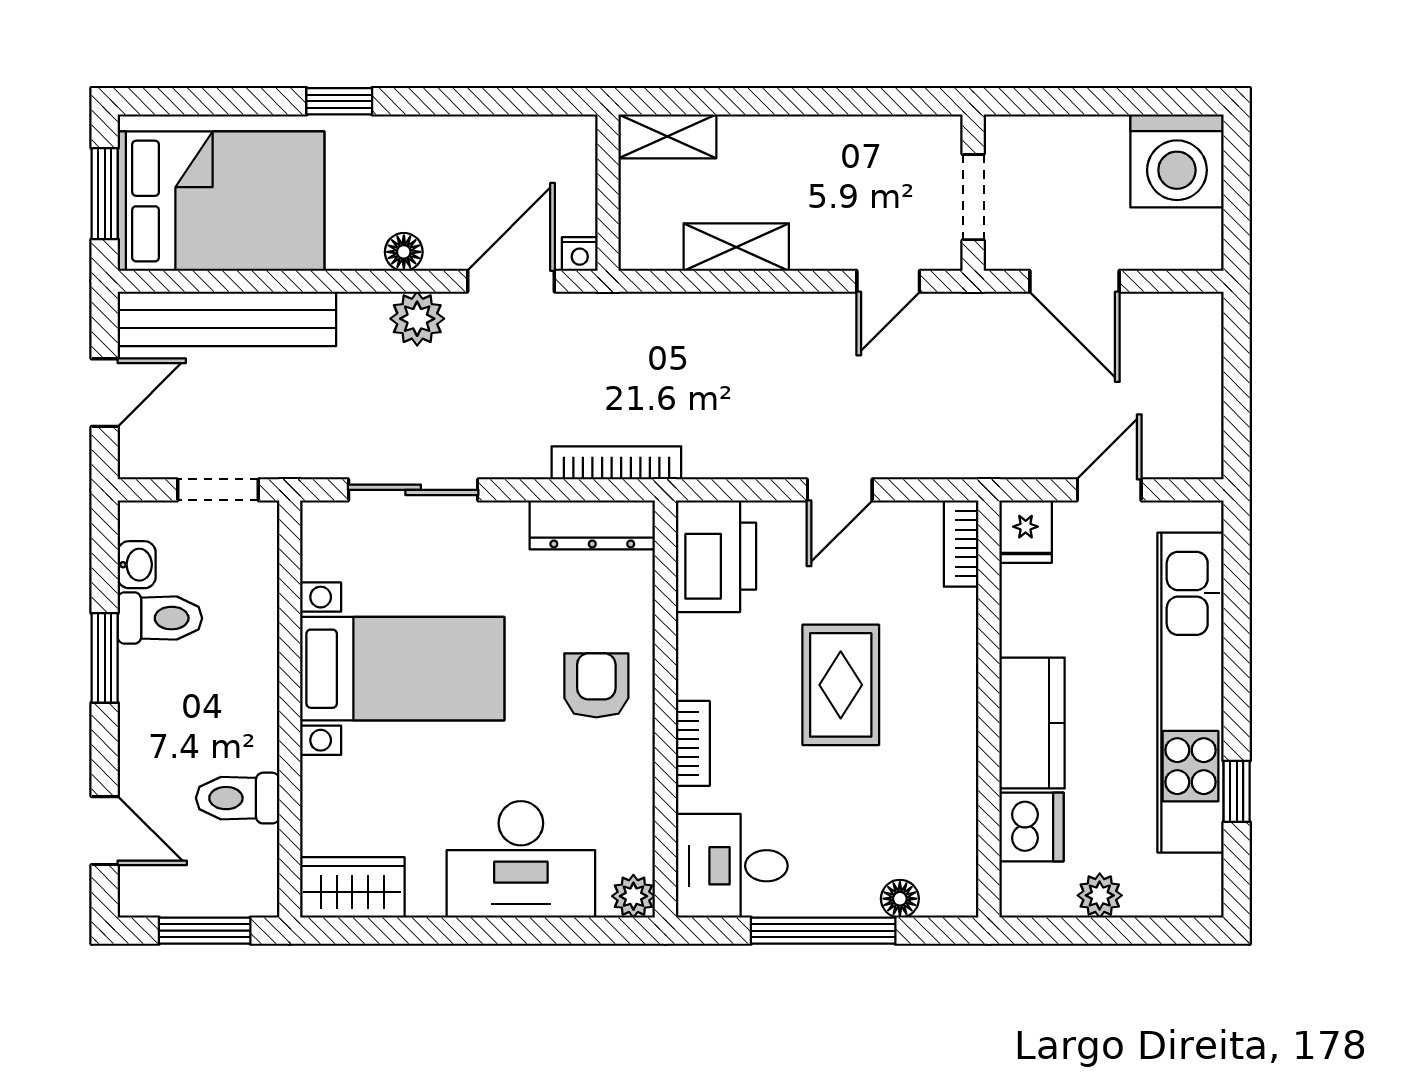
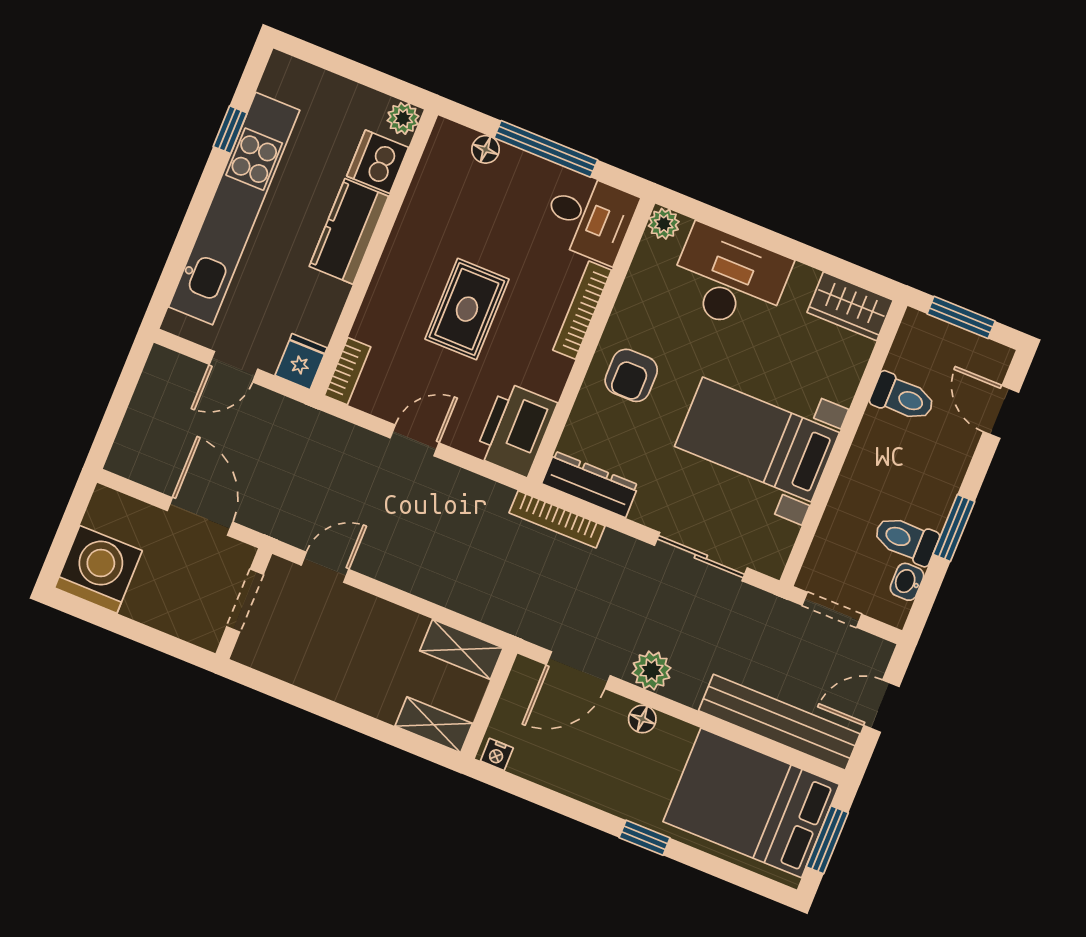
shelving: (736, 247) -> (461, 649), moved
nightstand: (580, 254) -> (497, 754), moved, turned 180
bookcase: (693, 743) -> (582, 310), width x1.56
plant: (1100, 895) -> (403, 118), moved

